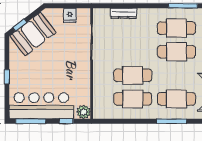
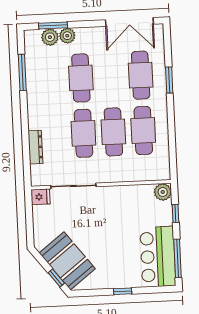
fridge: (70, 15) -> (40, 197), moved
cafe table: (176, 28) -> (83, 133), moved
bar counter: (41, 106) -> (158, 257), width x0.73
window: (172, 121) -> (169, 80), width x0.69

